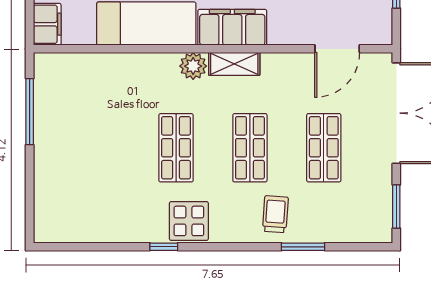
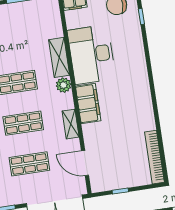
shelving: (234, 64) -> (71, 124), moved
shelving: (143, 66) -> (59, 57), added

